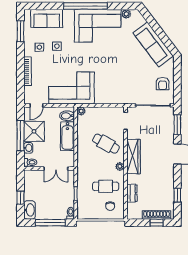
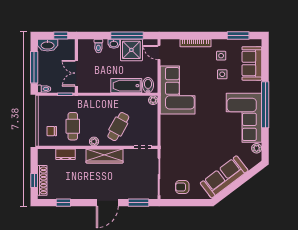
wall: (49, 169) -> (76, 66), moved
double door: (56, 169) -> (76, 73), moved

